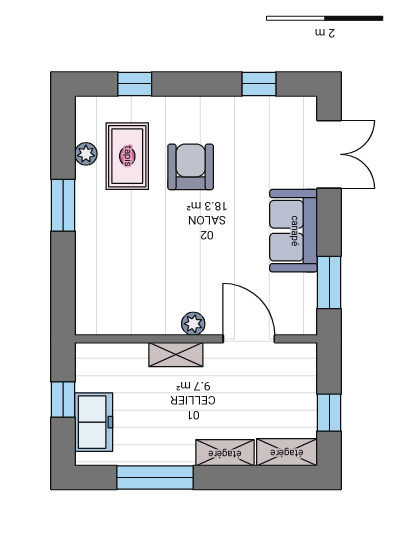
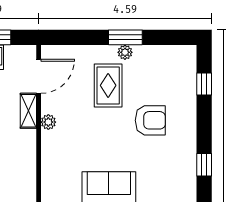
plant: (86, 154) -> (125, 52), moved
rug: (127, 156) -> (108, 85), moved, turned 90
door: (249, 339) -> (39, 76), moved

